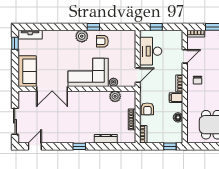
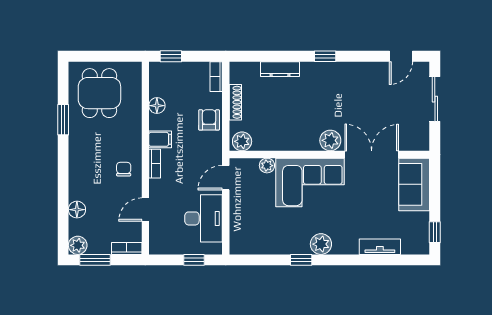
tv unit: (30, 35) -> (380, 247), moved
armchair: (102, 41) -> (286, 235), removed
plant: (115, 96) -> (242, 141), moved
plant: (76, 97) -> (330, 140), added

